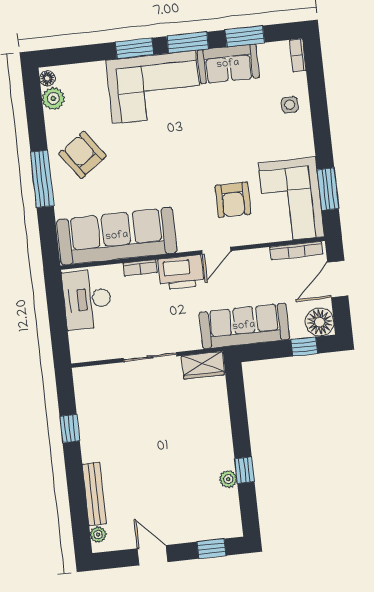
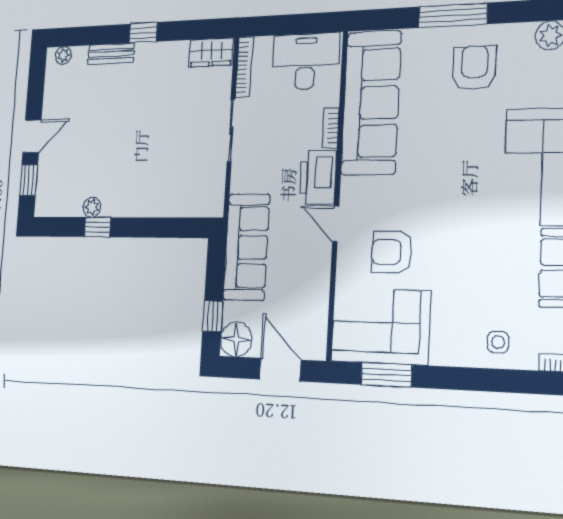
armchair: (83, 155) -> (474, 68), turned -54
bookcase: (296, 251) -> (244, 67), moved, turned 180
wardrobe: (203, 365) -> (211, 52), moved, turned -90
window: (70, 429) -> (143, 33), moved
bench: (94, 494) -> (111, 54), width x0.73
door: (153, 555) -> (32, 136), moved

